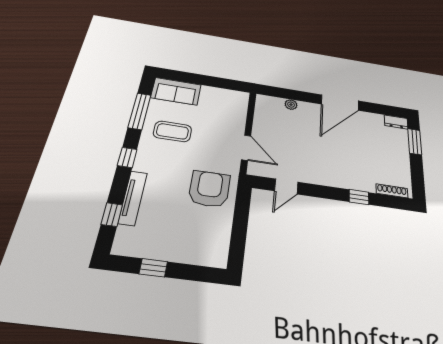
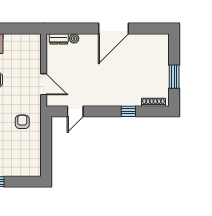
dresser: (396, 122) -> (59, 39), moved
window: (415, 142) -> (174, 77), moved
armchair: (209, 189) -> (22, 122), width x0.53, depth x0.53

